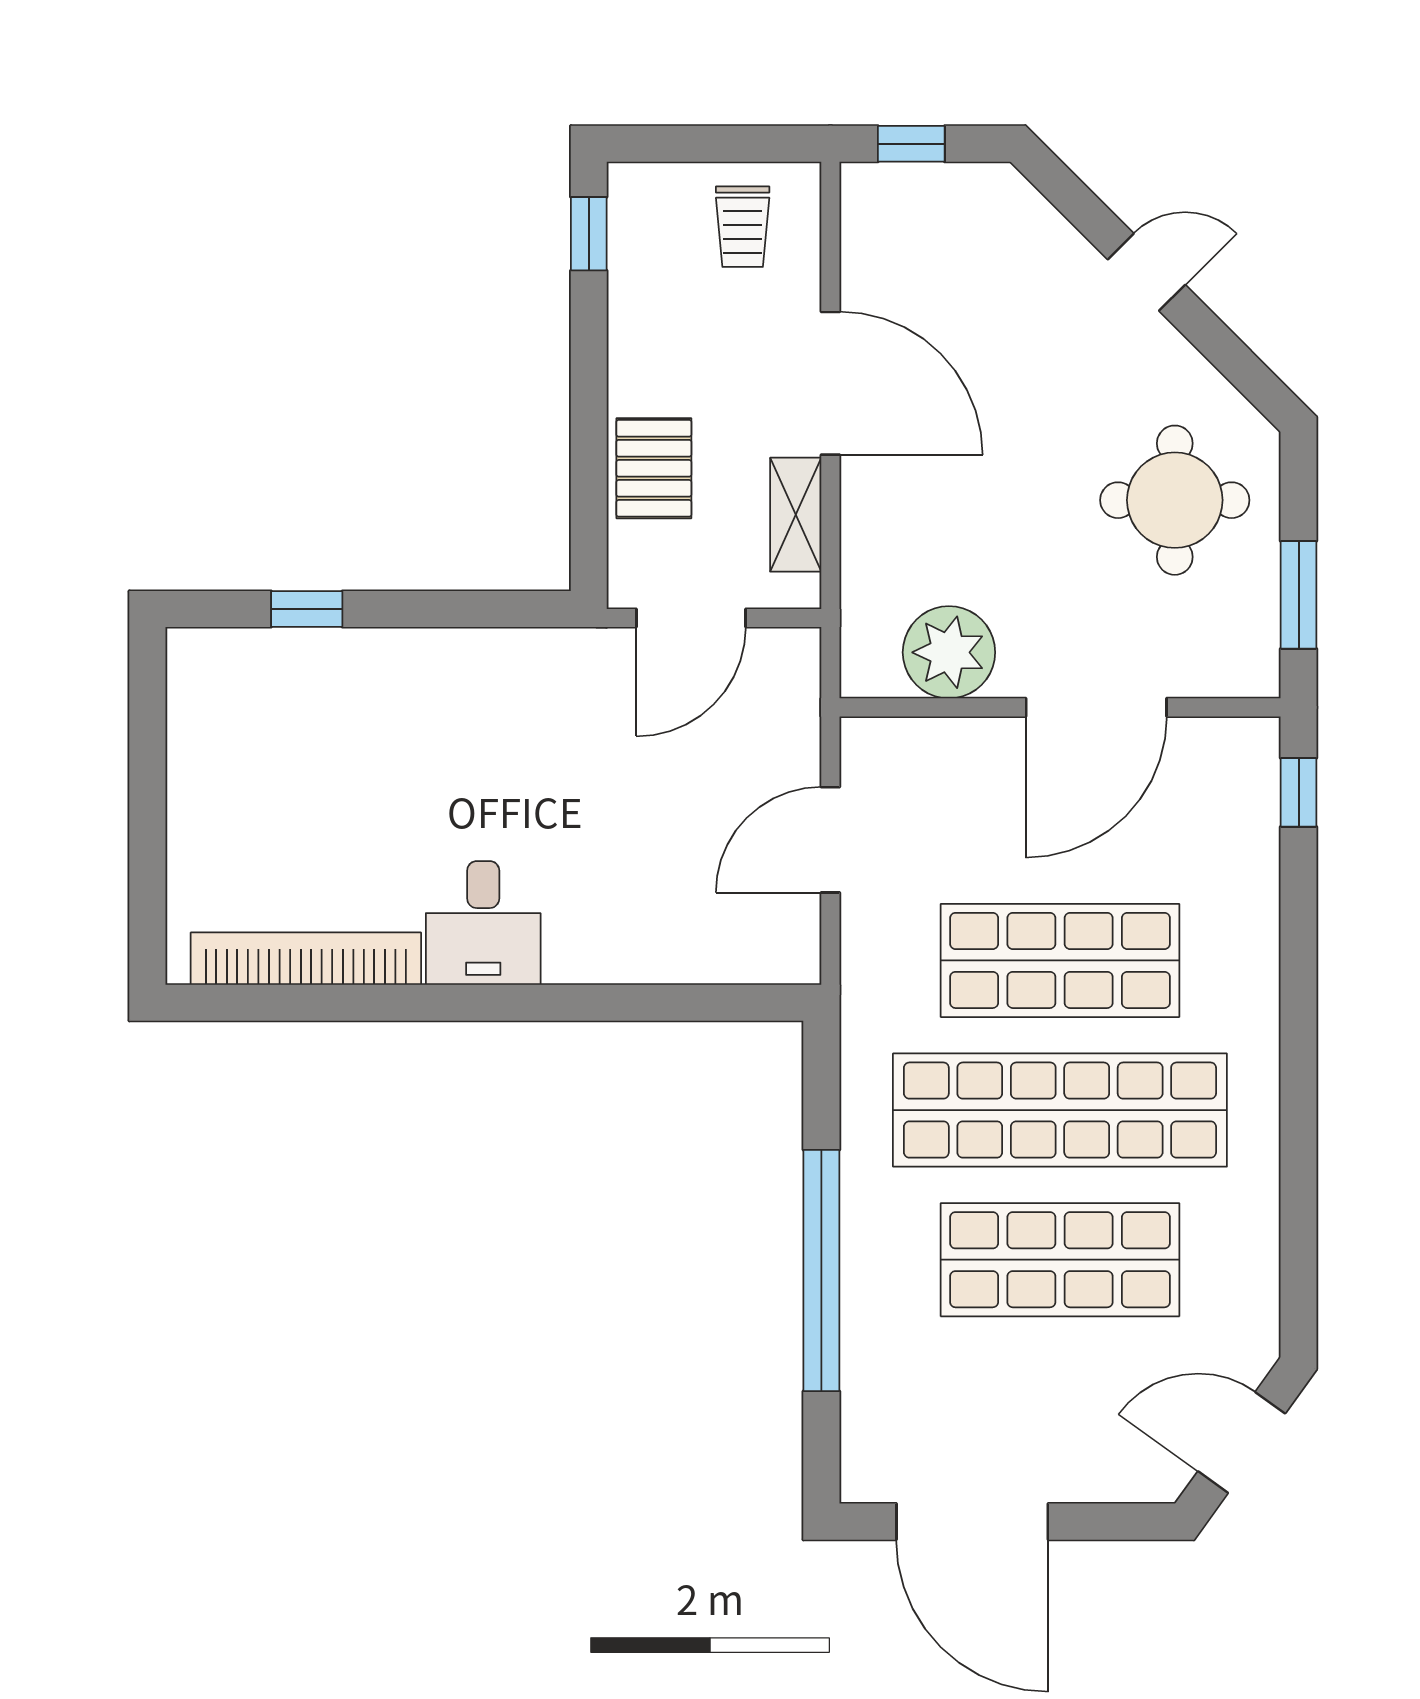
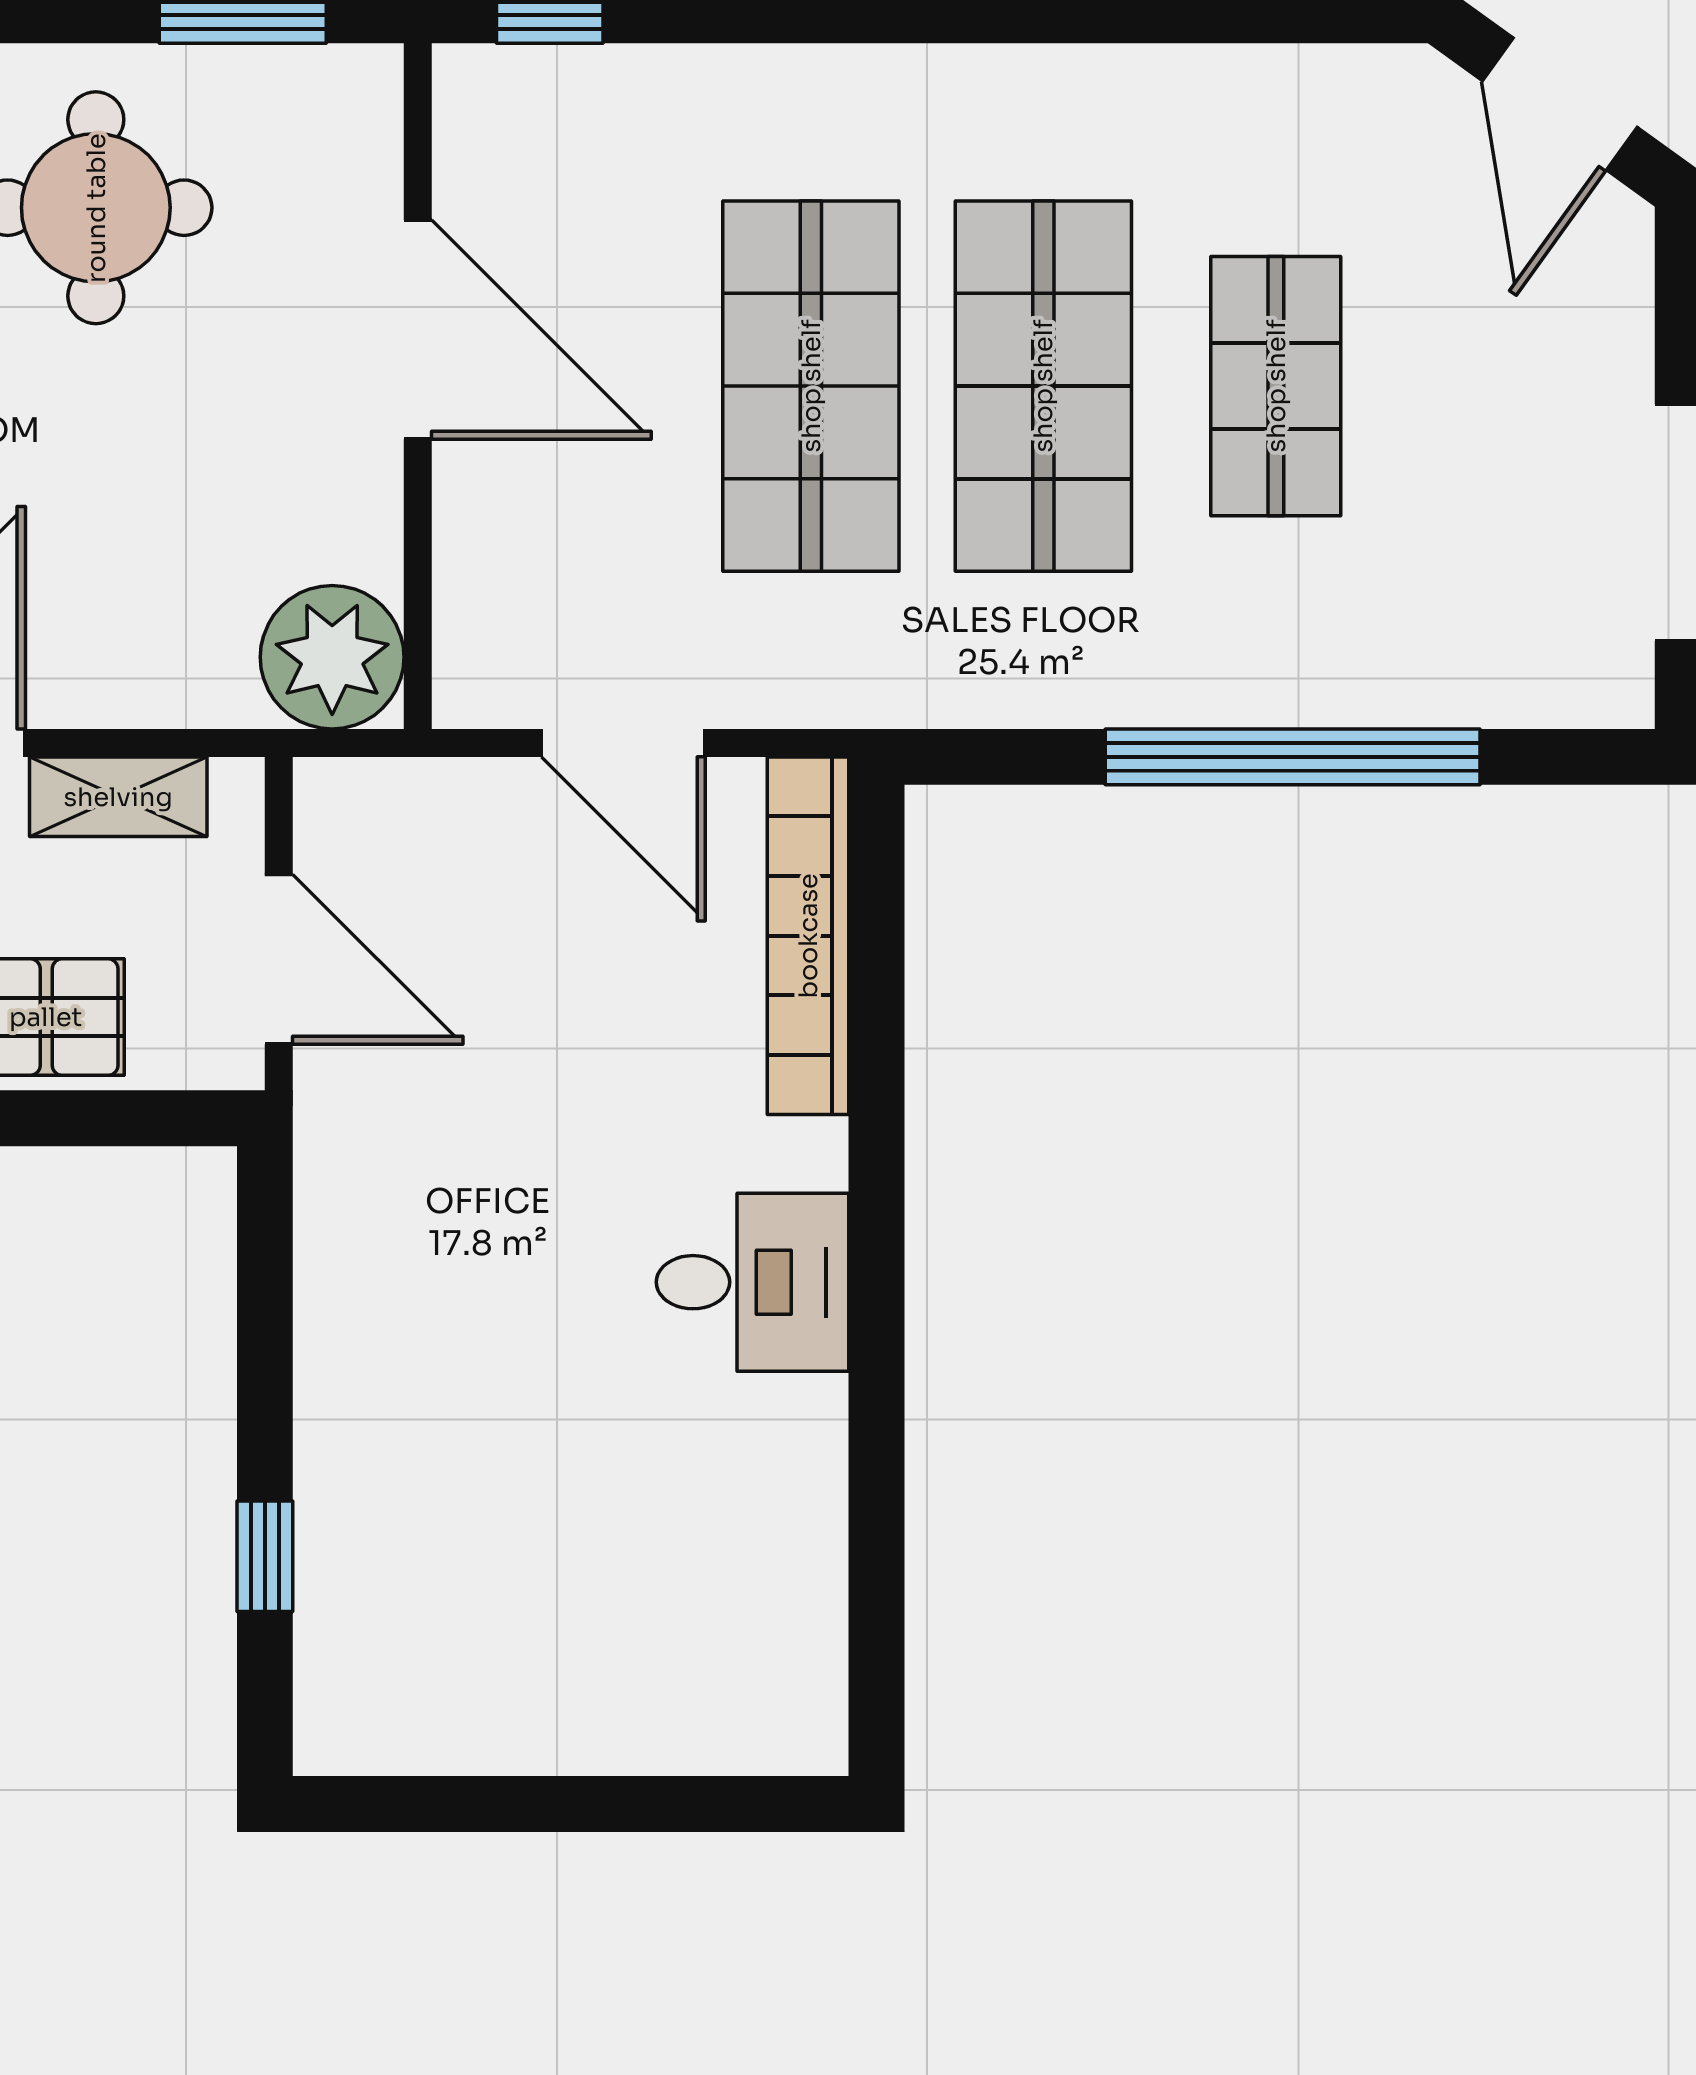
plant: (949, 652) -> (332, 657), moved
bookcase: (306, 959) -> (808, 936), moved
shop shelf: (1060, 1110) -> (1043, 386), width x0.71
shop shelf: (1060, 1260) -> (1276, 386), width x0.70, depth x0.74

